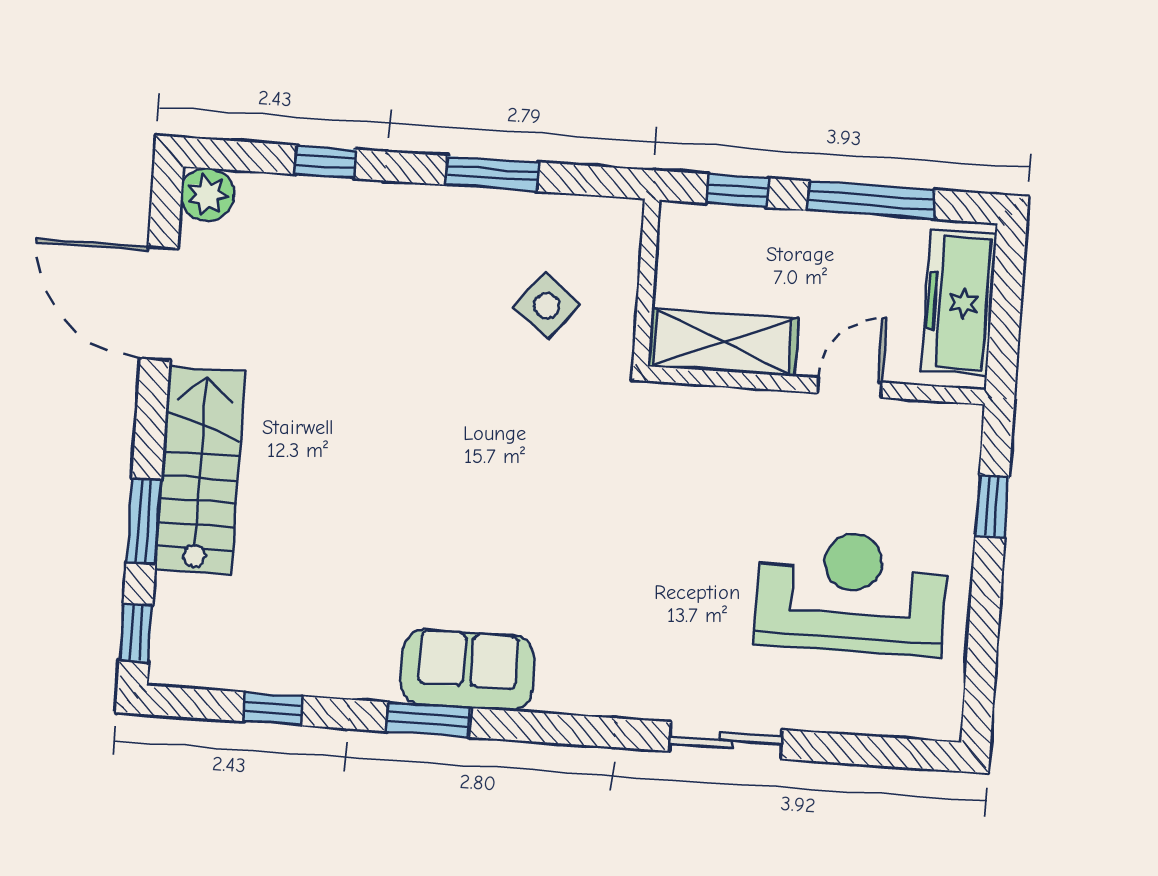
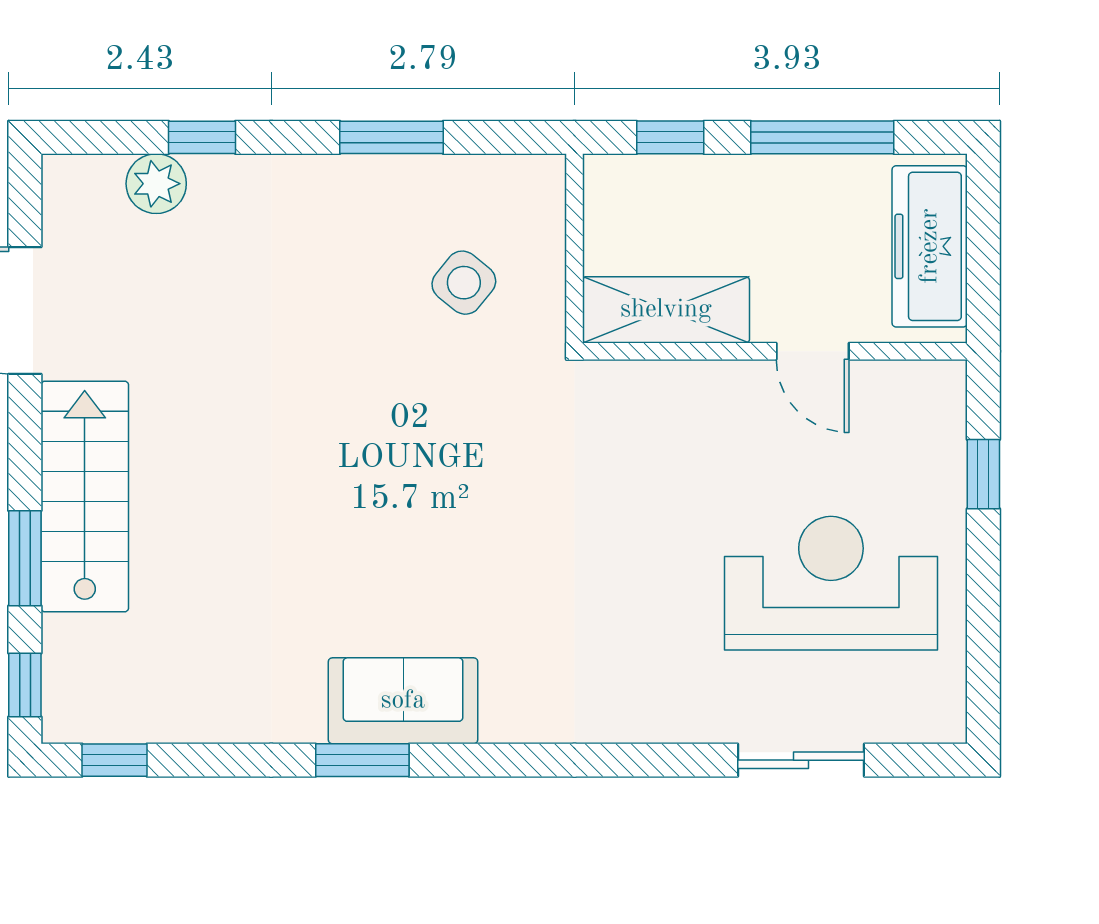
plant: (207, 195) -> (156, 184), moved
door: (849, 388) -> (813, 351), swing flipped
window: (273, 709) -> (114, 760), moved
sliding door: (726, 740) -> (801, 760), moved

